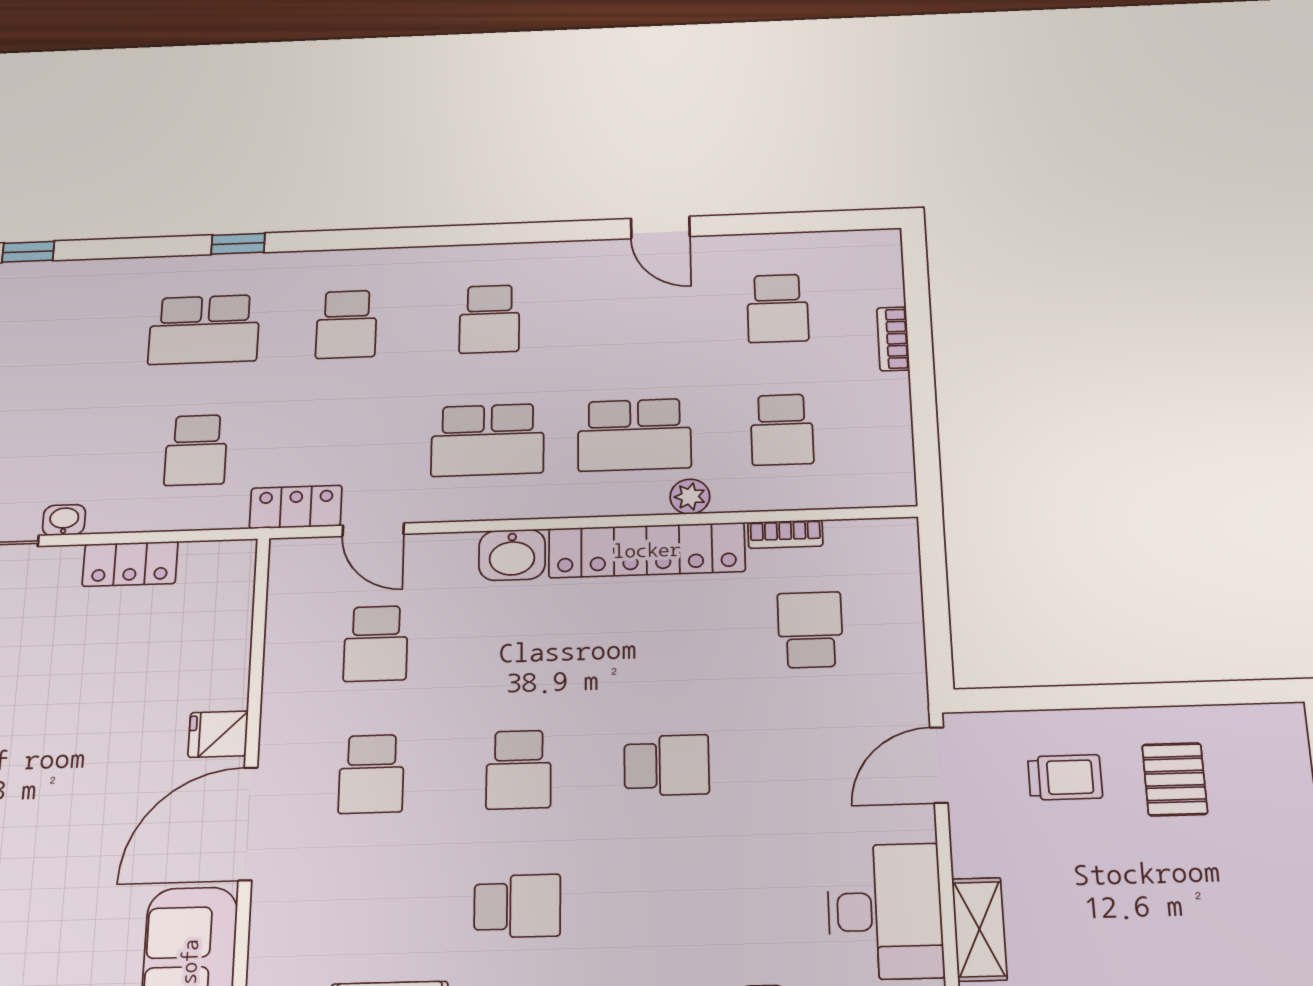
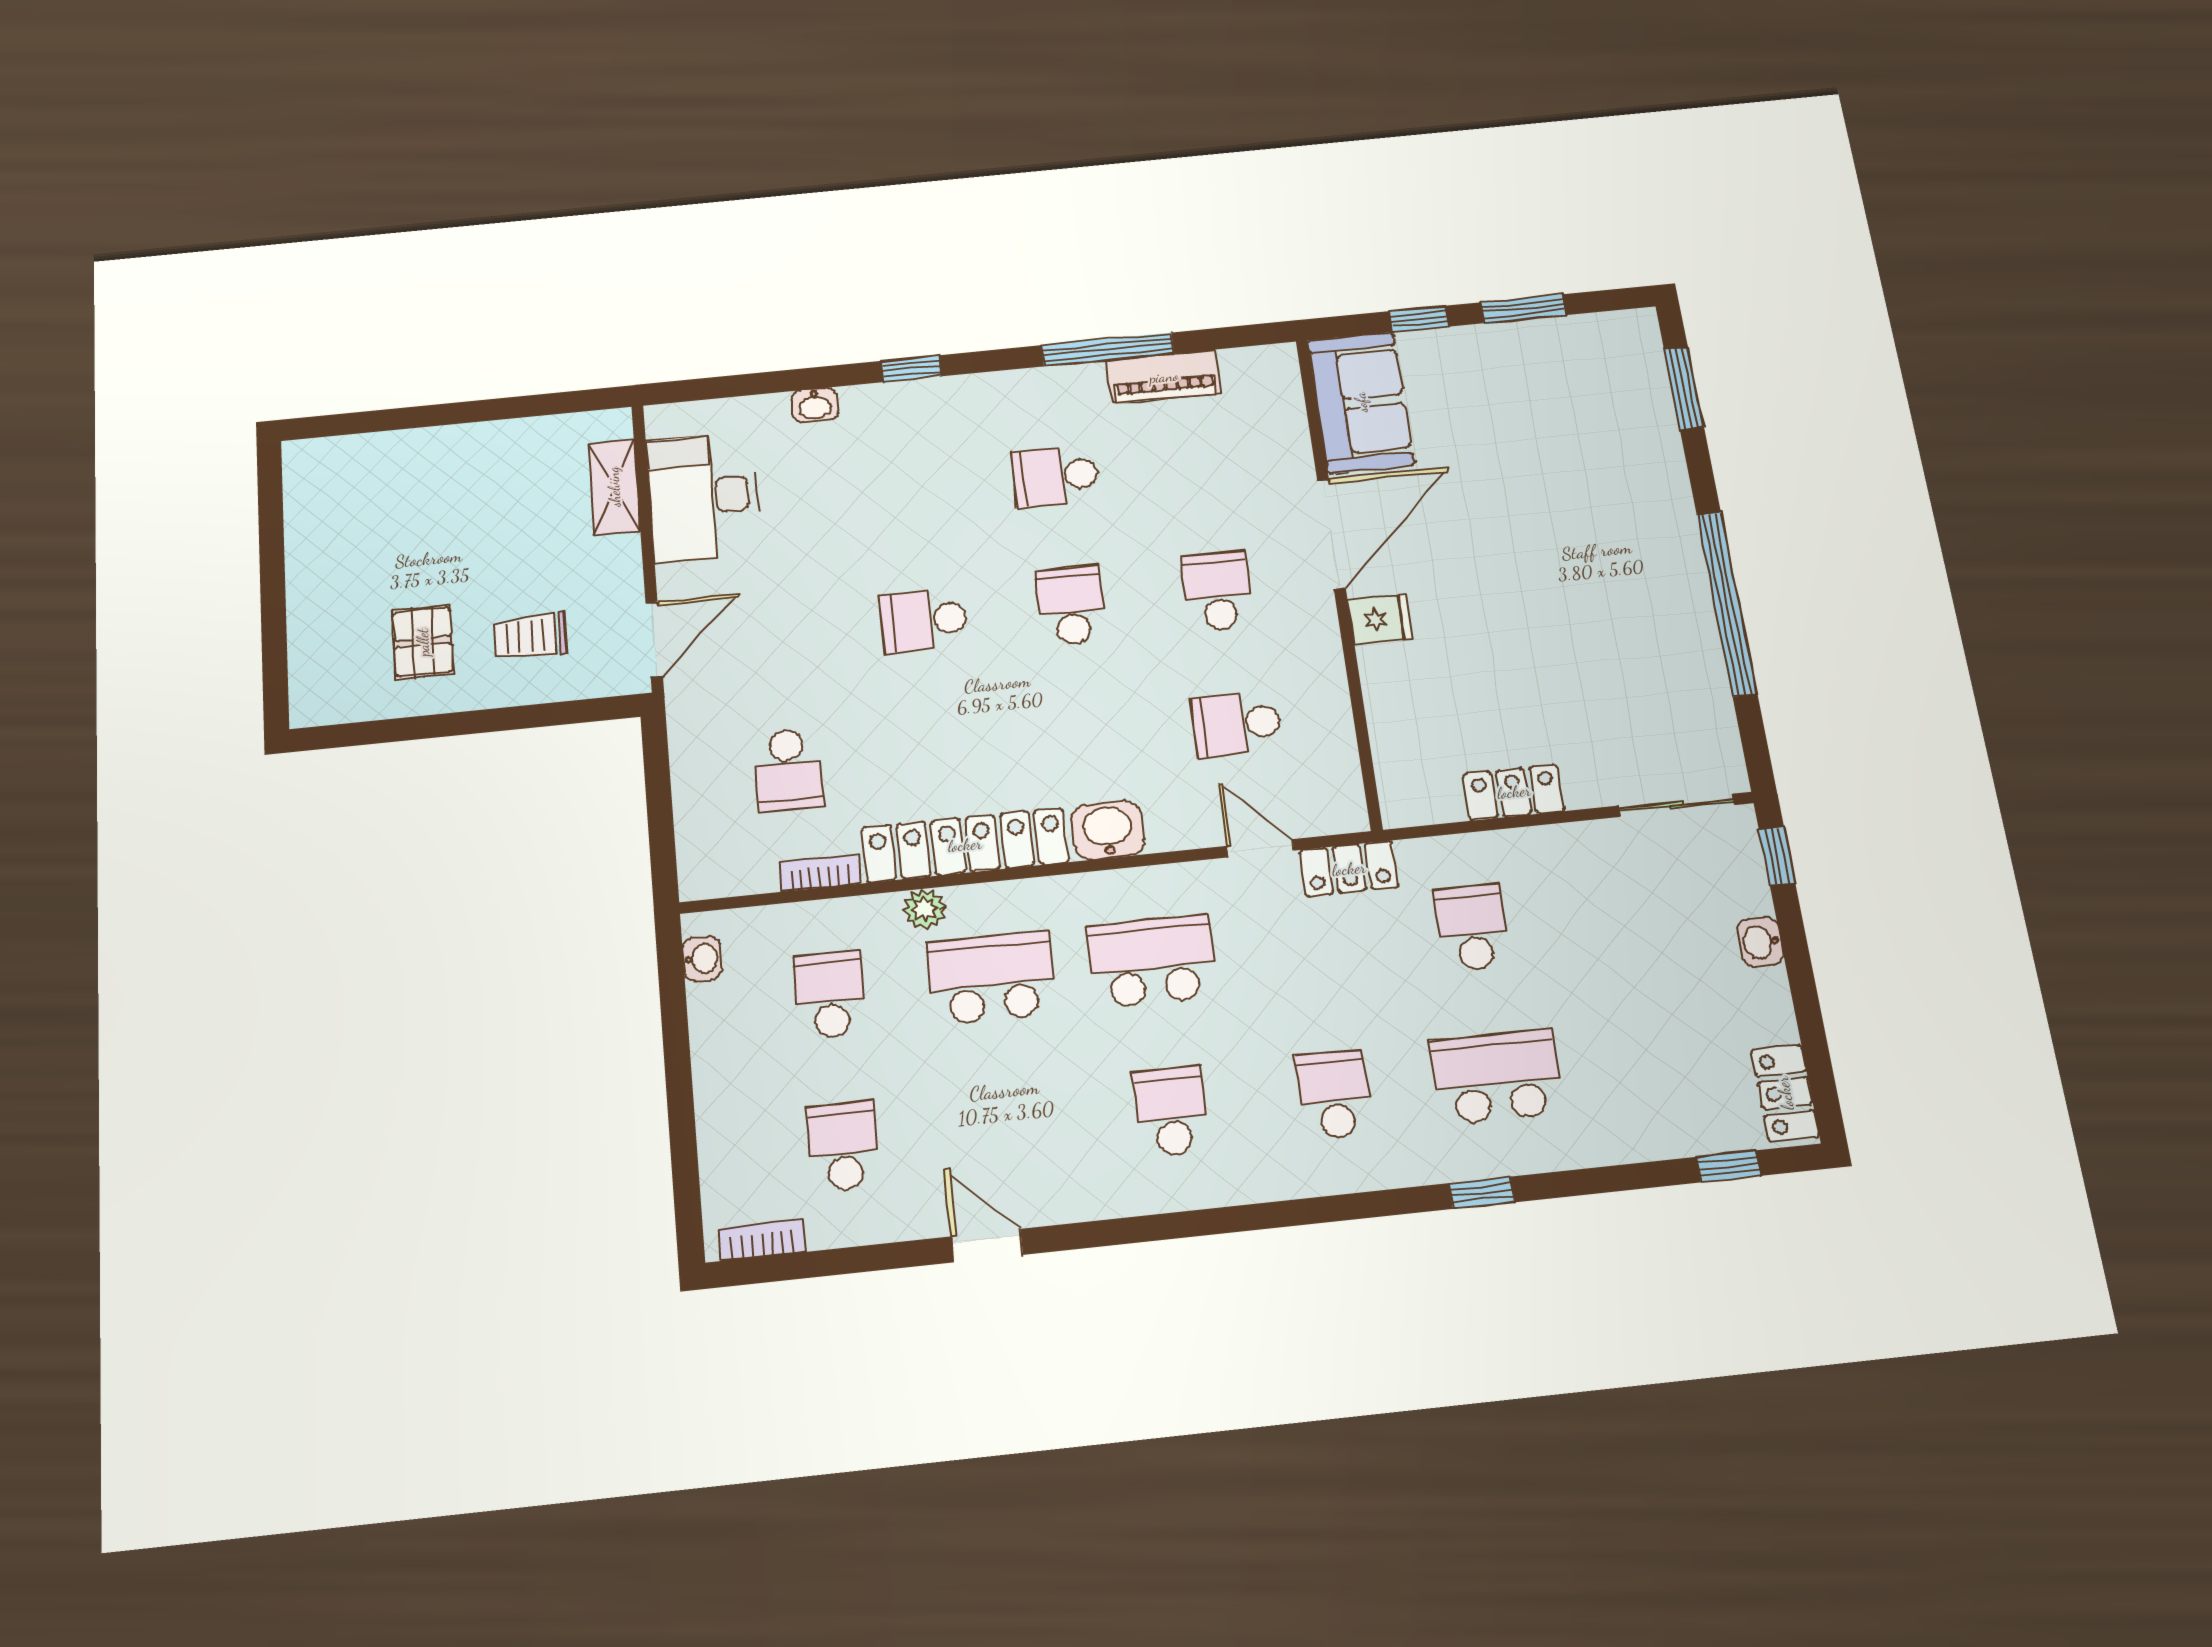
bookcase: (893, 339) -> (762, 1240), moved, turned -90
washbasin: (64, 520) -> (702, 958), moved, turned -90
school desk: (376, 644) -> (1236, 724), turned -90

